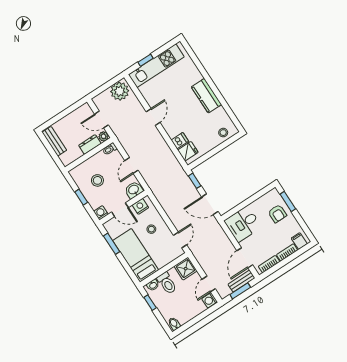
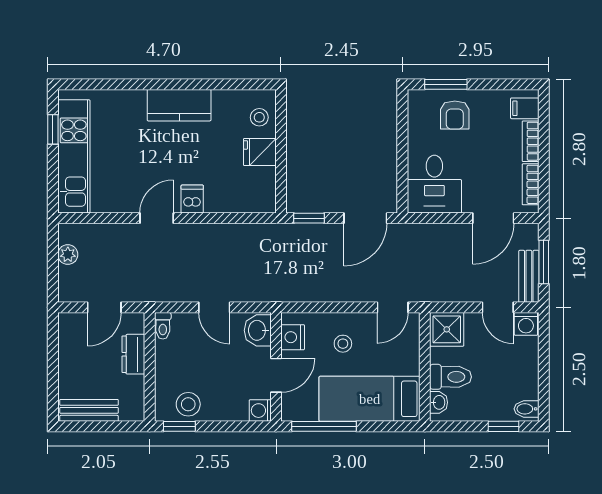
window: (146, 60) -> (53, 129), moved
plant: (120, 91) -> (68, 255), width x0.53, depth x0.53
door: (153, 117) -> (157, 218), hinge flipped
plant: (104, 136) -> (135, 322), removed
dishwasher: (180, 141) -> (192, 199), moved
fridge: (188, 151) -> (260, 152), moved, turned -90
stool: (97, 180) -> (188, 404), moved
window: (81, 197) -> (179, 426), moved
armchair: (277, 214) -> (455, 115), turned 90
door: (180, 240) -> (393, 307), swing flipped
window: (112, 244) -> (324, 426), width x1.44
door: (245, 258) -> (493, 218), hinge flipped
bench: (241, 281) -> (529, 276), moved
window: (150, 303) -> (503, 426), moved

